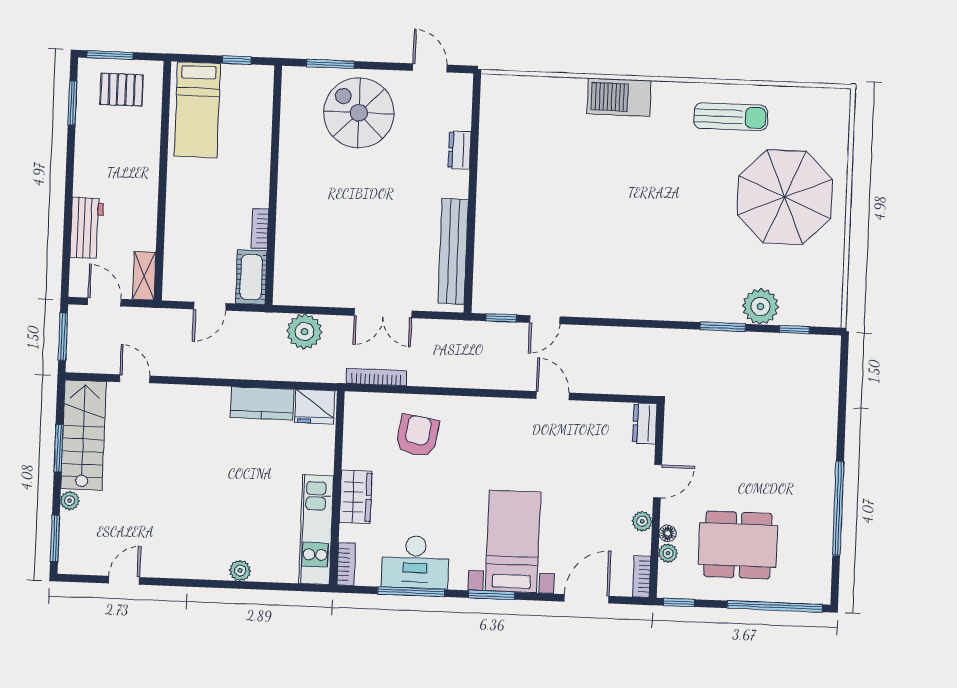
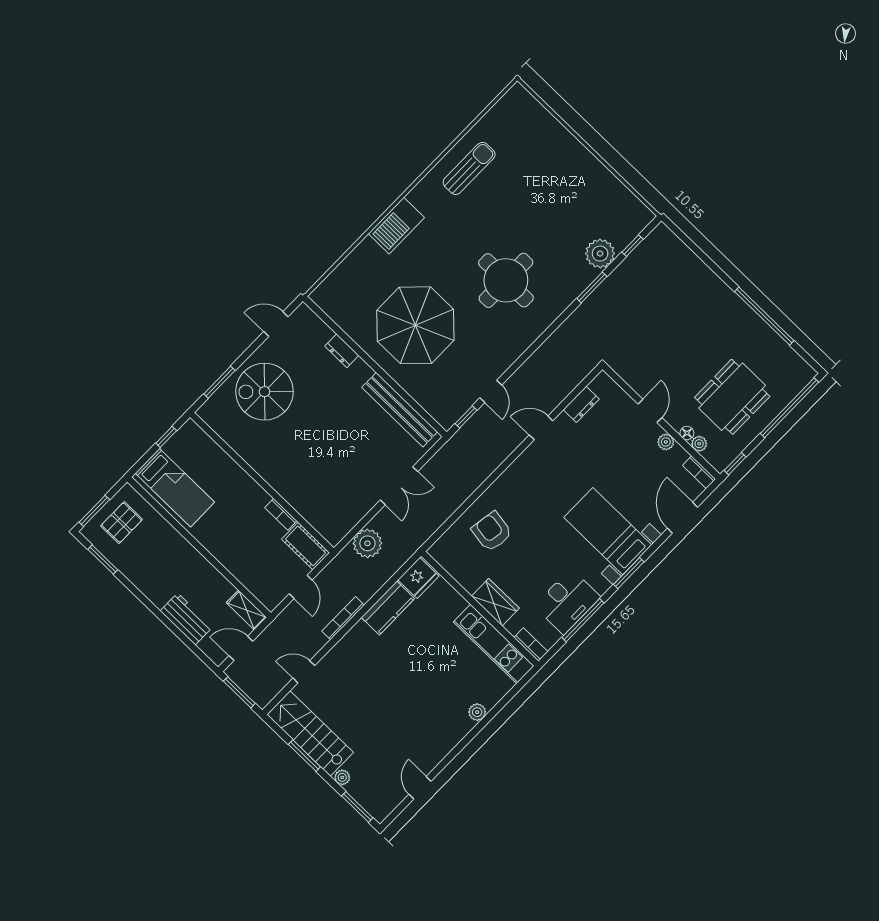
parasol: (785, 197) -> (415, 325), moved
round table: (659, 242) -> (506, 280), added
bookcase: (376, 377) -> (343, 618), moved
dresser: (645, 423) -> (581, 404), moved, turned -90

